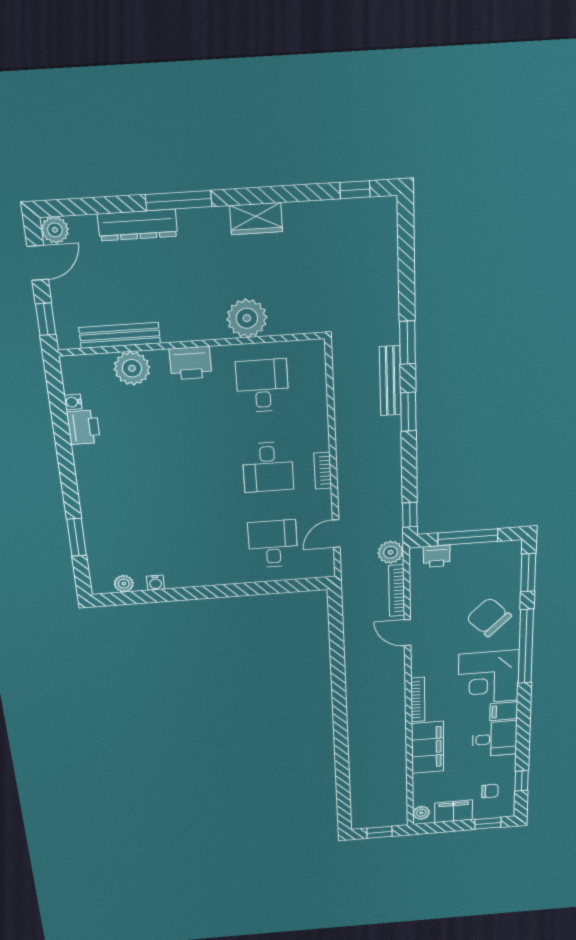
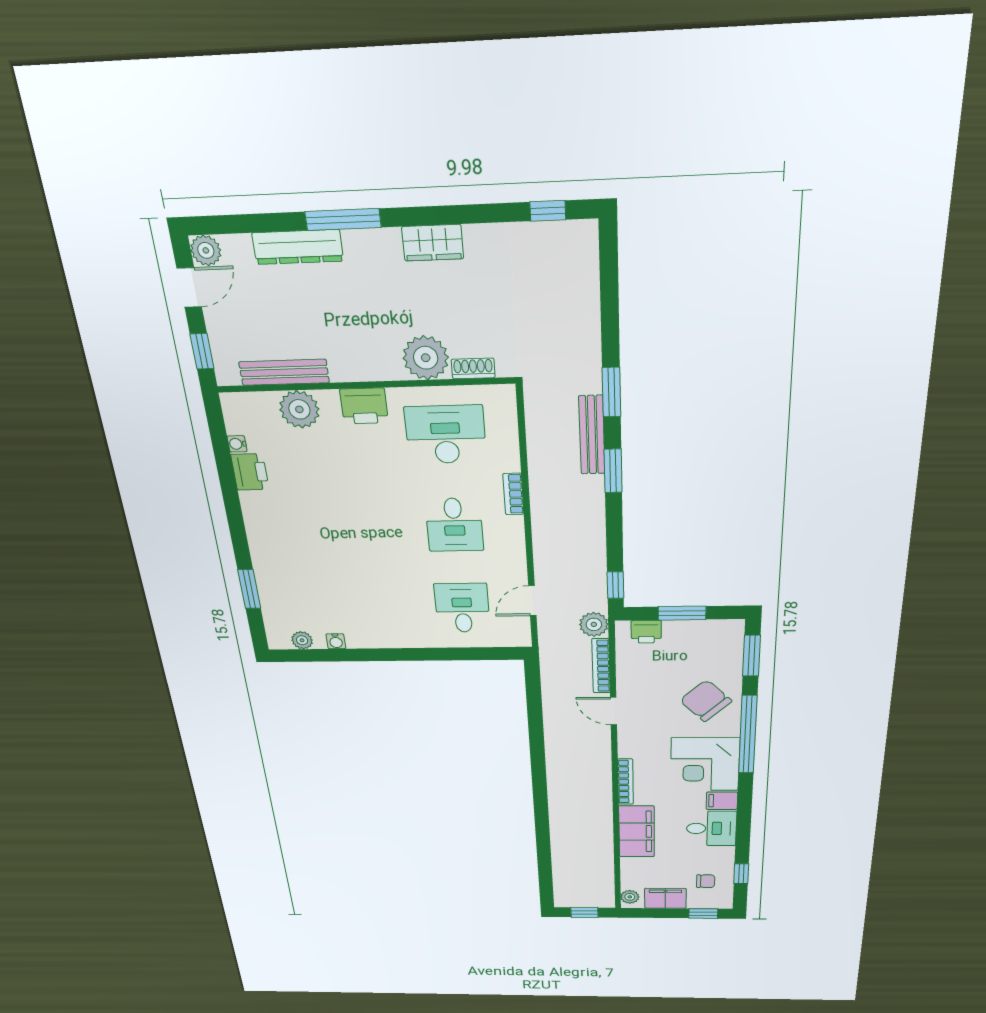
shoe rack: (288, 326) -> (473, 369), added
desk: (262, 386) -> (446, 435), width x1.37
bookcase: (323, 471) -> (513, 494), moved
window: (468, 537) -> (682, 613), width x0.69

